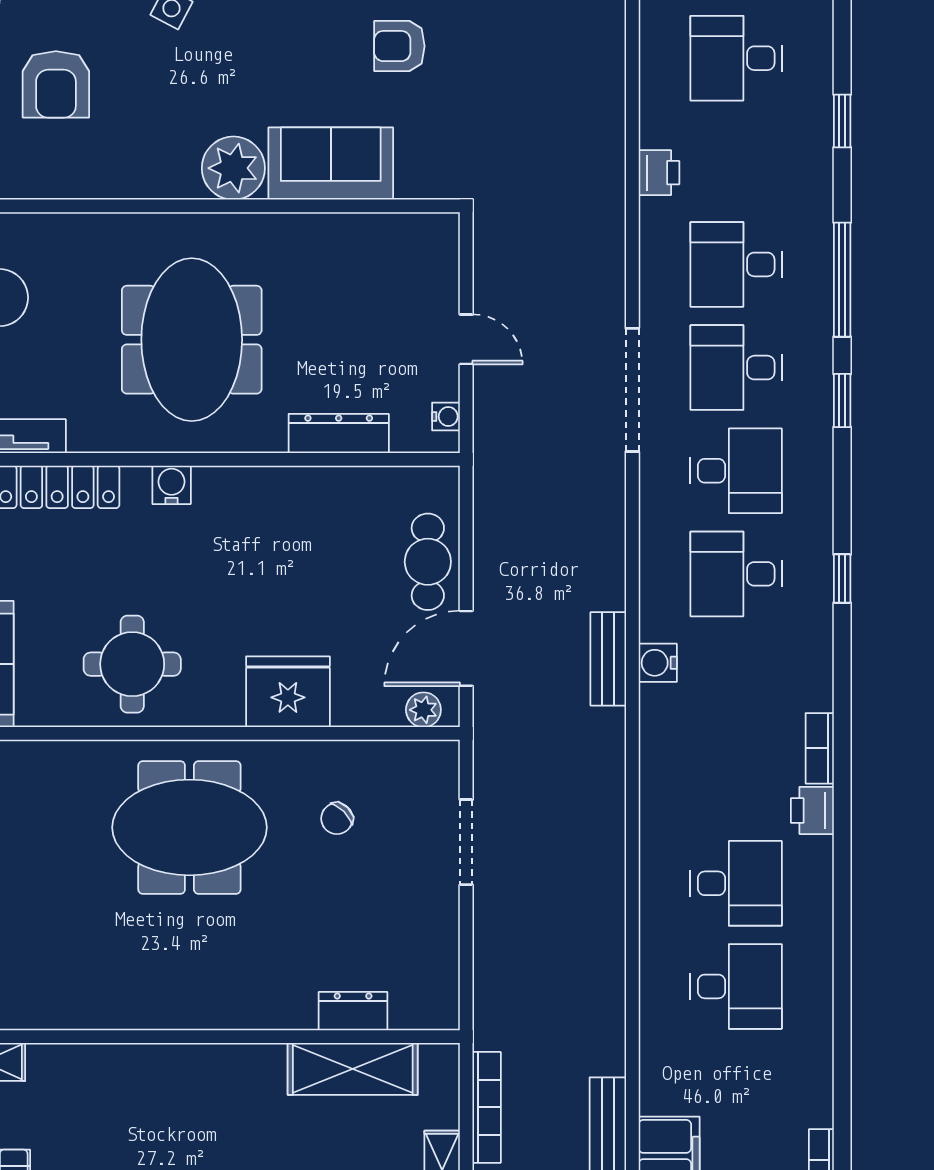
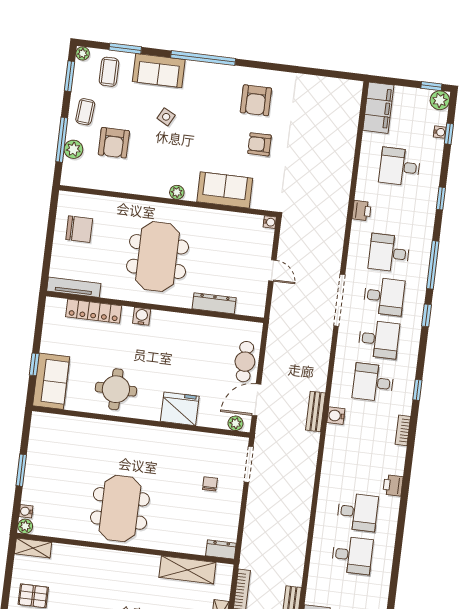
plant: (233, 168) -> (177, 192), width x0.53, depth x0.53
desk: (736, 368) -> (384, 296), turned 180
water cooler: (446, 417) -> (270, 222), moved
bookcase: (820, 748) -> (403, 430), moved
chair: (337, 819) -> (210, 484), moved, turned 135
meeting table: (189, 827) -> (120, 508), moved, turned 90
doorway: (466, 842) -> (249, 464), moved
dresser: (353, 1011) -> (221, 549), moved

